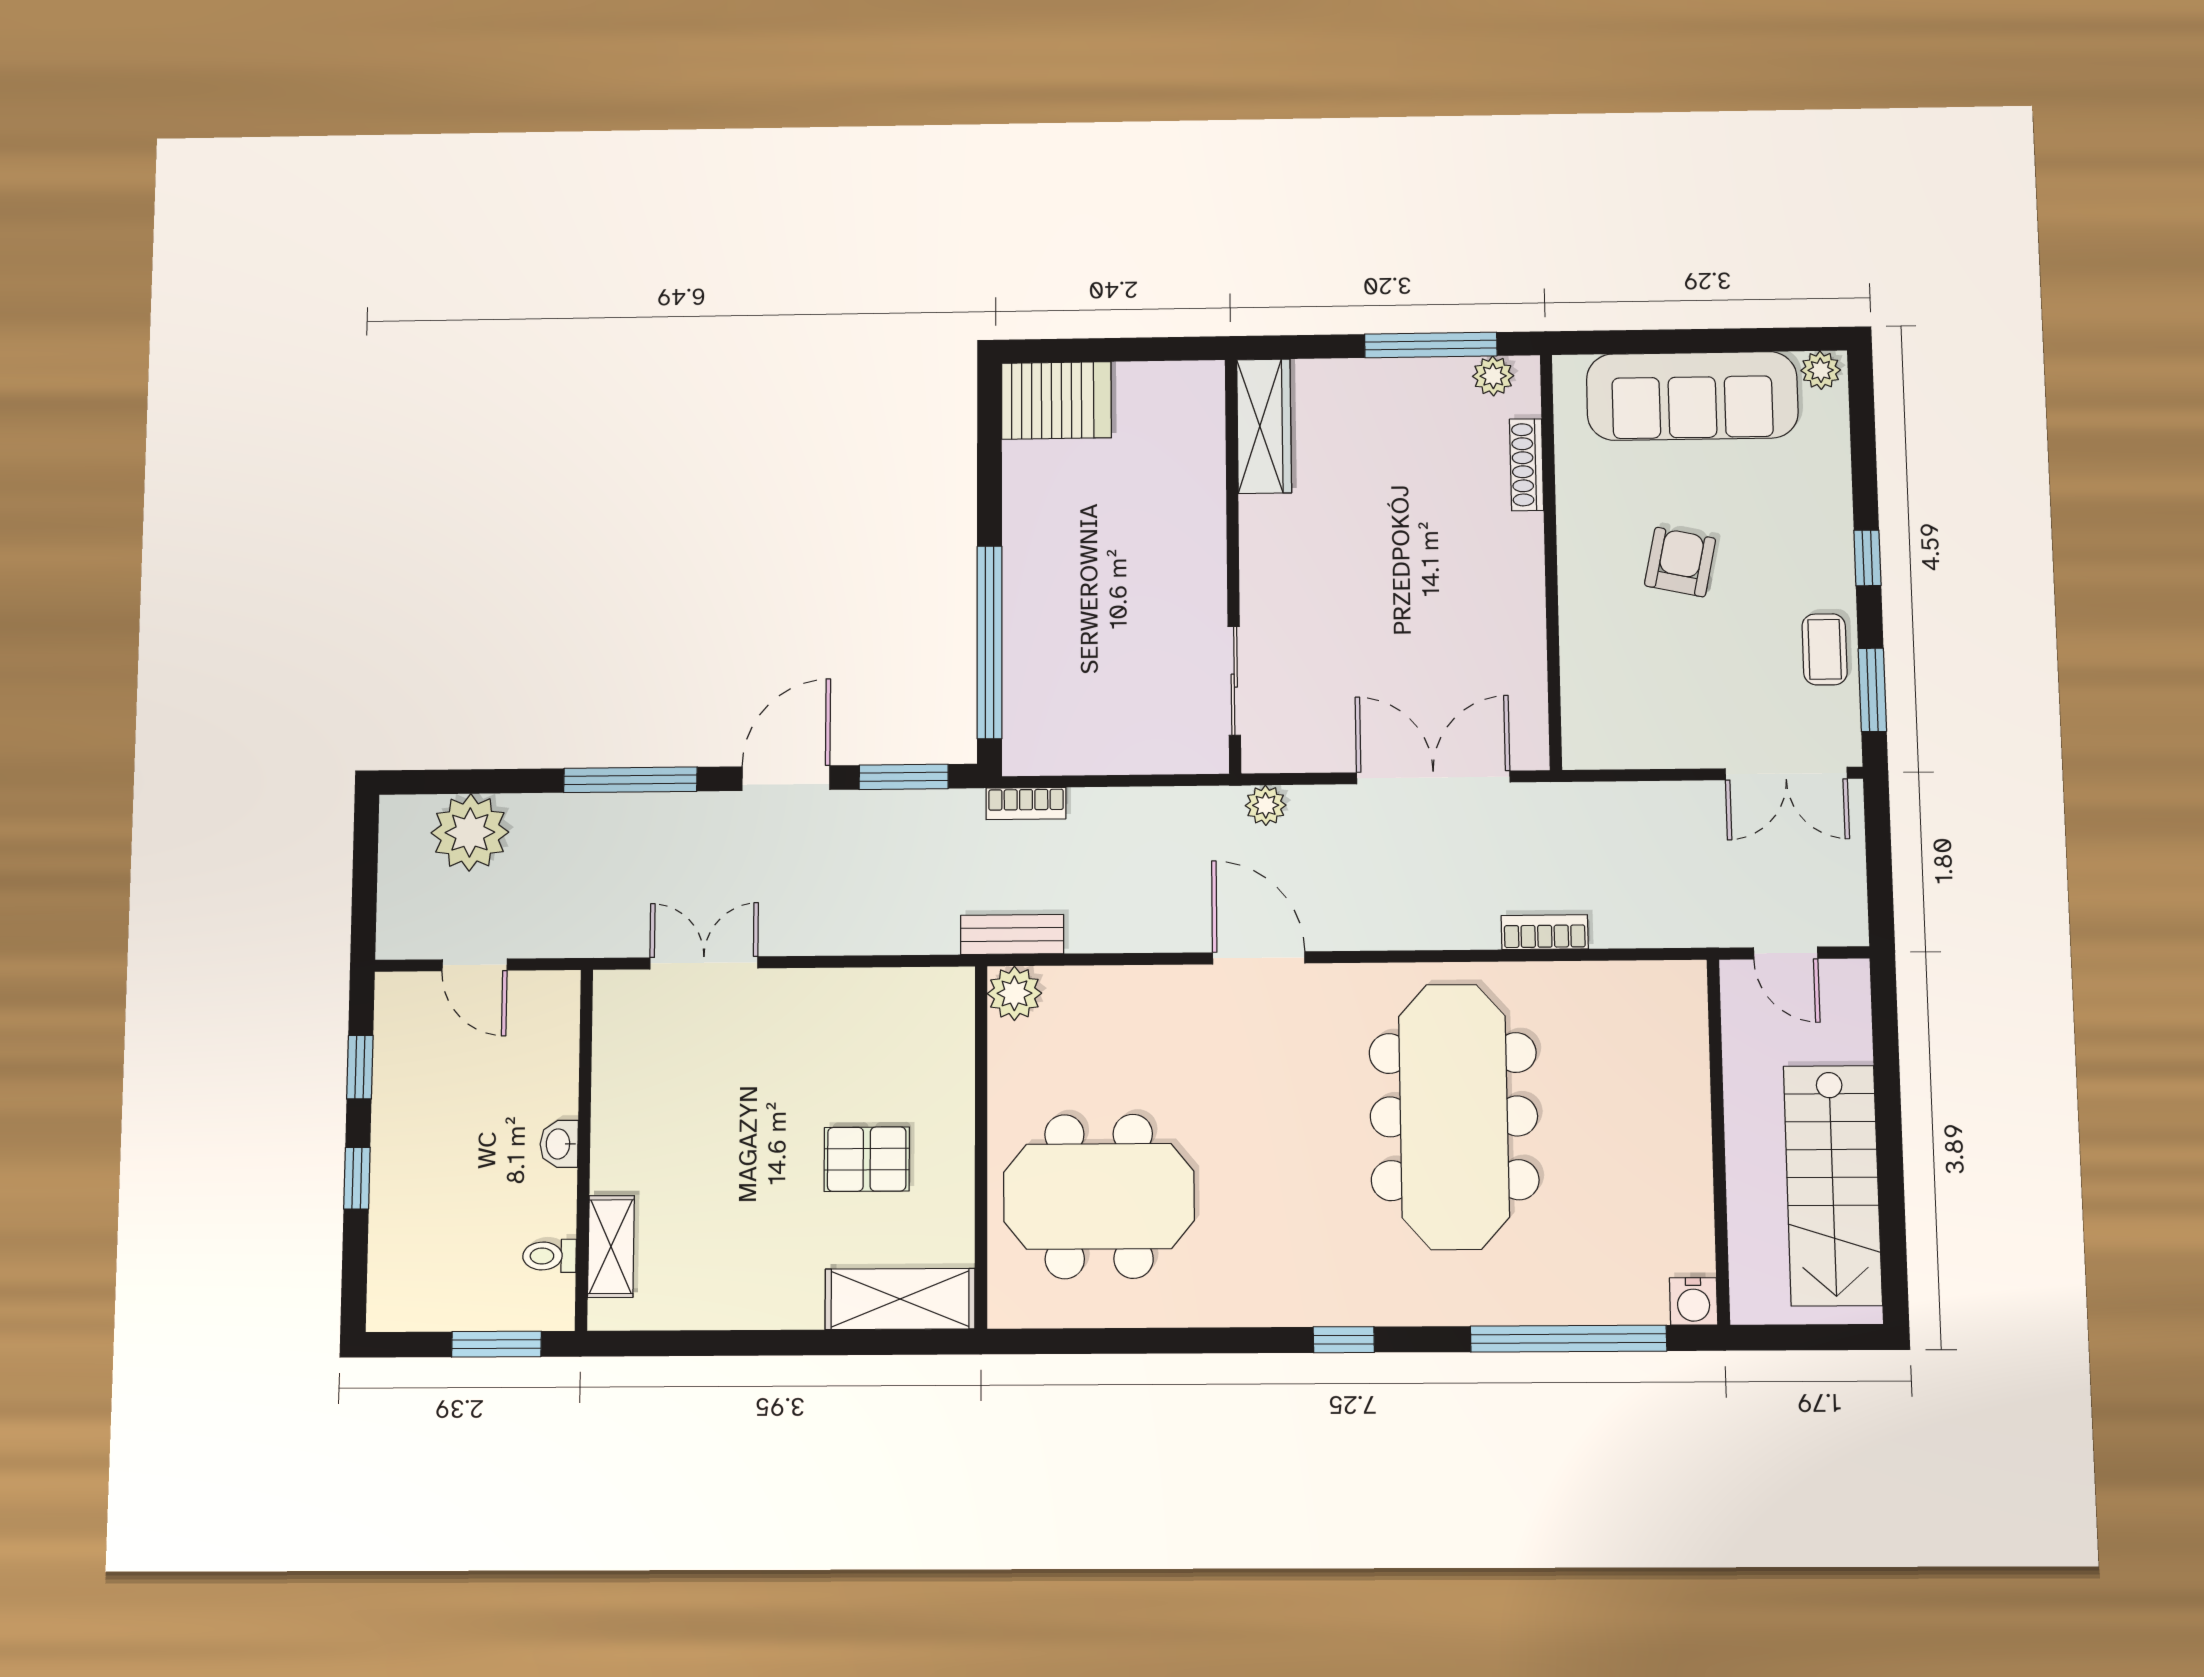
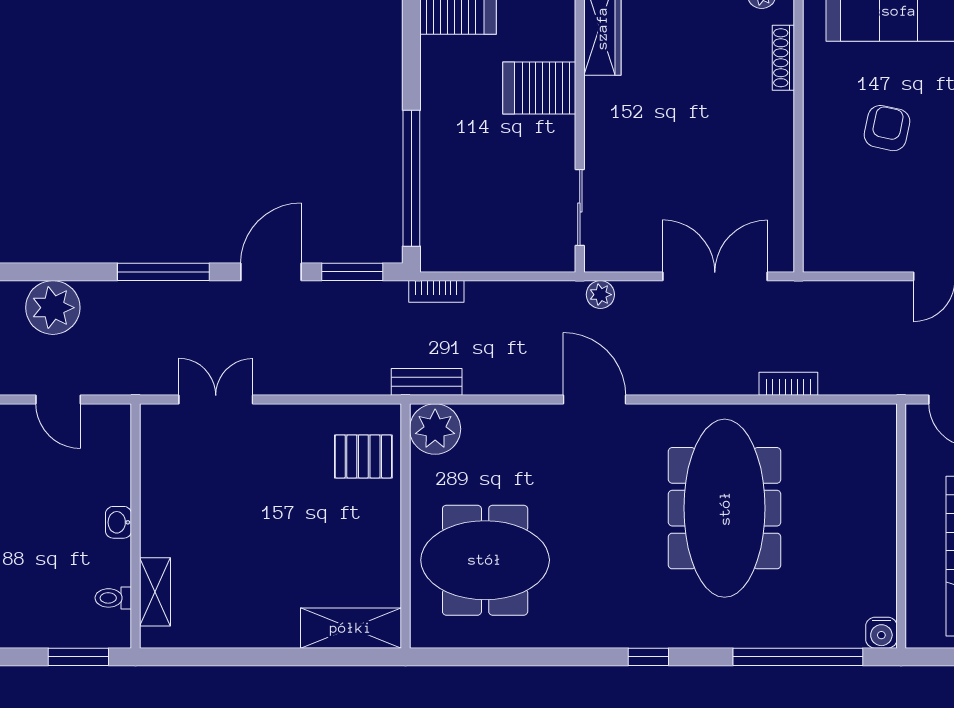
server rack: (1174, 512) -> (539, 88), added
plant: (1014, 993) -> (435, 429), width x1.36, depth x1.36
pallet: (867, 1159) -> (363, 456), moved

